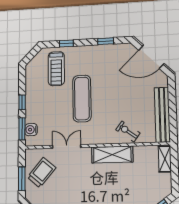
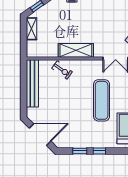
window: (66, 43) -> (99, 151), moved
shelving: (165, 159) -> (32, 29), moved

